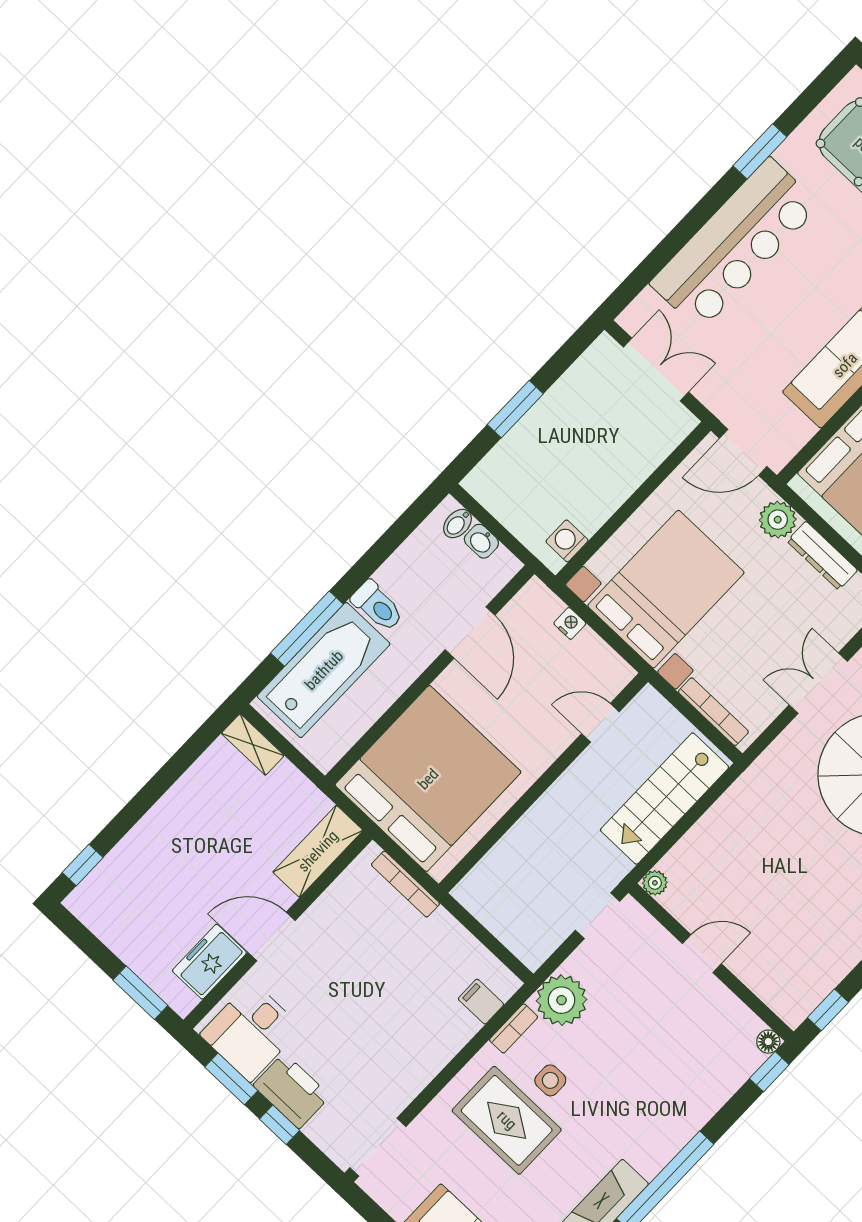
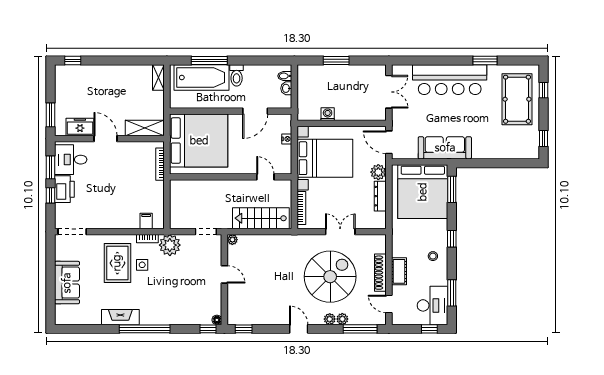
washing machine: (567, 541) -> (328, 114), moved

